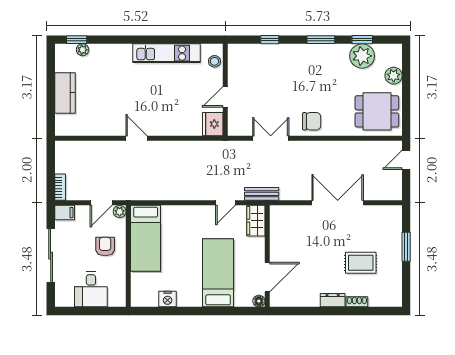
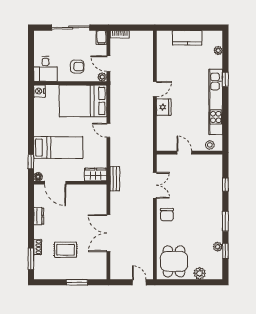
window: (77, 40) -> (225, 79), moved
kitchen unit: (167, 53) -> (216, 102), width x1.36
plant: (362, 56) -> (218, 247), width x0.53, depth x0.53
fridge: (213, 124) -> (164, 107), moved, turned 90
door: (226, 203) -> (108, 130), moved
double door: (338, 203) -> (108, 233), swing flipped
bed: (146, 238) -> (83, 101), width x1.50
rug: (361, 263) -> (66, 250), turned 90
desk: (91, 289) -> (45, 69), moved, turned -90
nightstand: (168, 299) -> (39, 91), moved
dresser: (333, 300) -> (39, 216), moved
window: (238, 311) -> (31, 162), added
window: (373, 311) -> (31, 259), added

